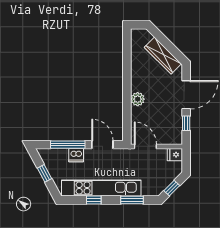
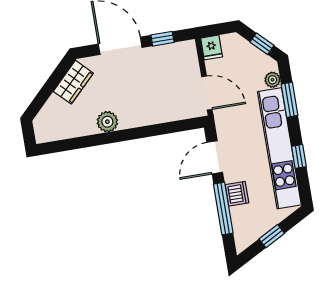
wardrobe: (163, 56) -> (73, 82), width x0.67
plant: (138, 99) -> (107, 122), moved
door: (145, 146) -> (207, 93), swing flipped
plant: (147, 191) -> (273, 80), added

